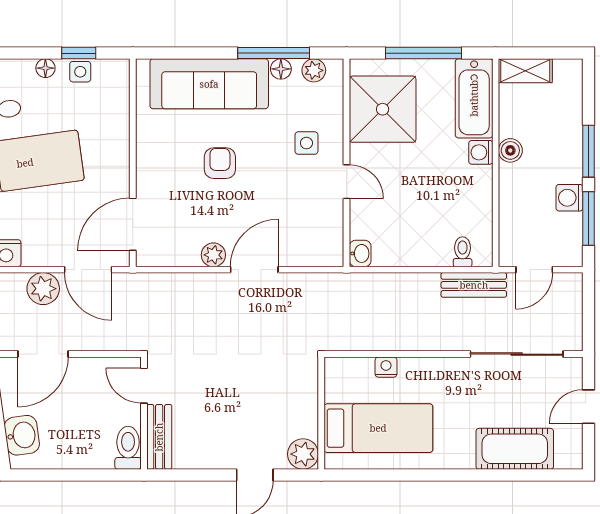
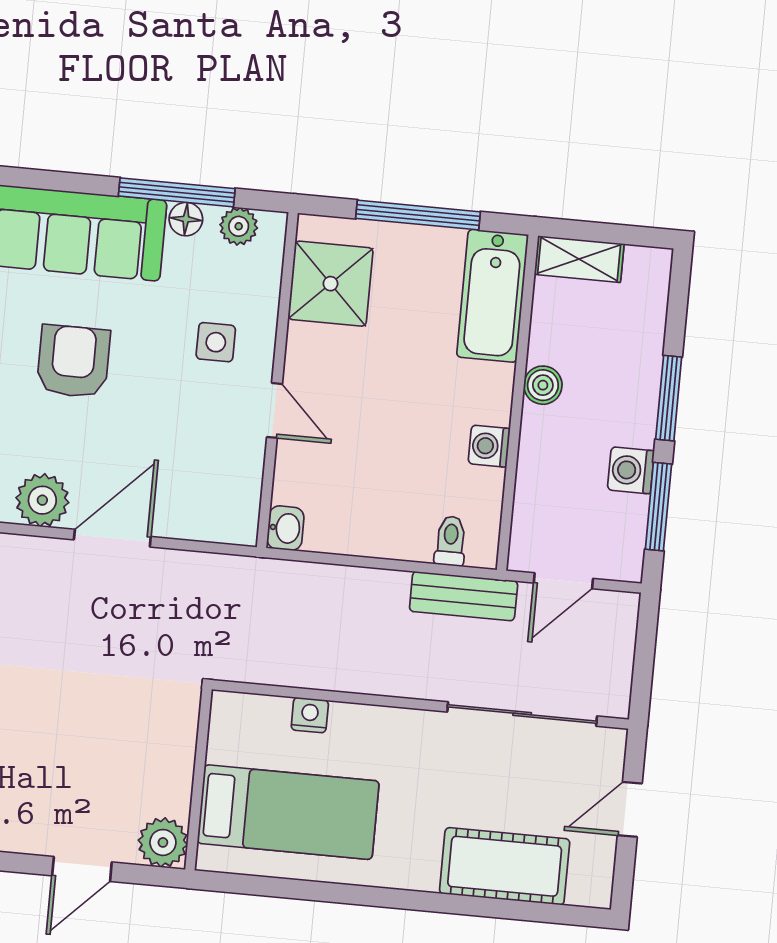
shower: (383, 109) -> (330, 284), width x0.73, depth x0.73
washing machine: (481, 152) -> (489, 446), moved
armchair: (220, 163) -> (73, 361), width x1.38, depth x1.38
plant: (213, 255) -> (42, 500), width x1.38, depth x1.38

